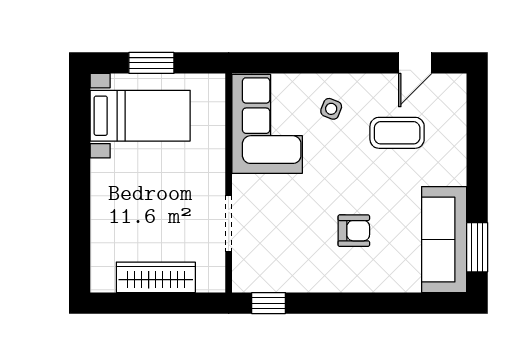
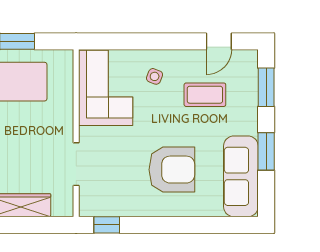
window: (477, 123) -> (266, 87), added
armchair: (354, 231) -> (172, 170), width x1.88, depth x1.88
window: (477, 247) -> (266, 151), moved

